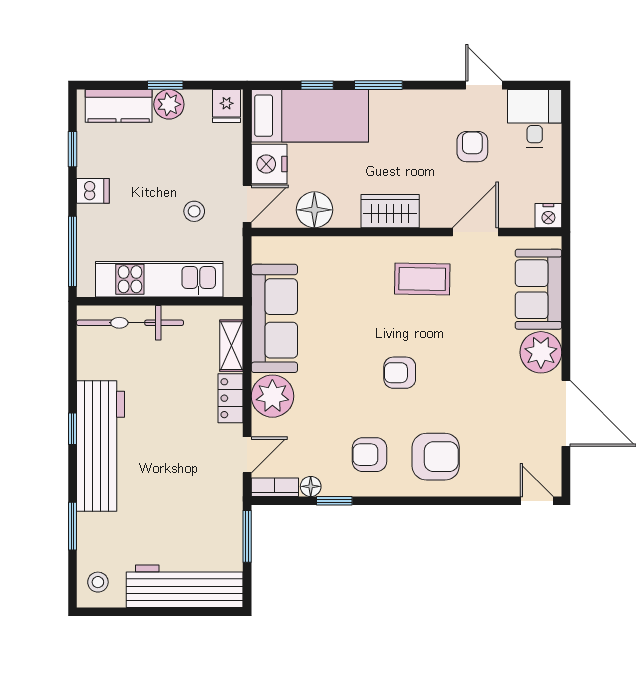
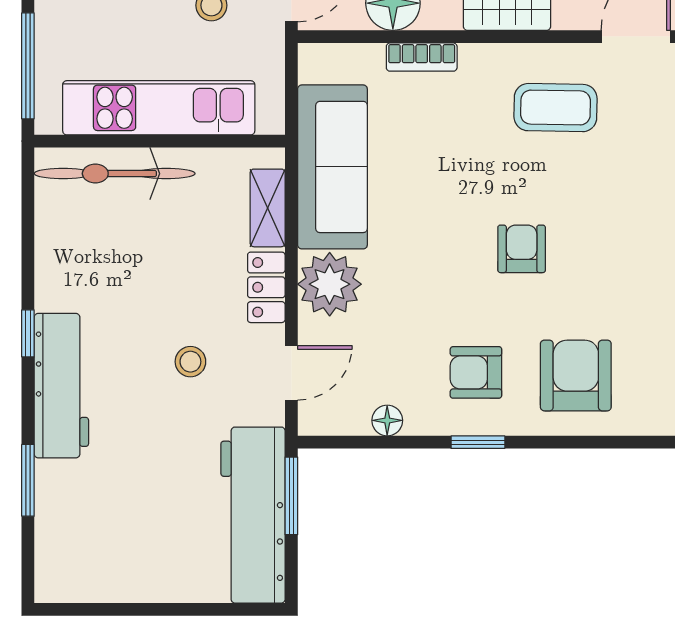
armchair: (400, 373) -> (522, 249), turned 90
workbench: (101, 446) -> (61, 386), width x0.73, depth x0.76
armchair: (436, 457) -> (576, 375), turned -90
bookcase: (275, 487) -> (422, 57), moved, turned 180
window: (334, 501) -> (478, 442), moved
stool: (98, 582) -> (190, 362), moved
workbench: (185, 586) -> (253, 515), moved, turned -90

